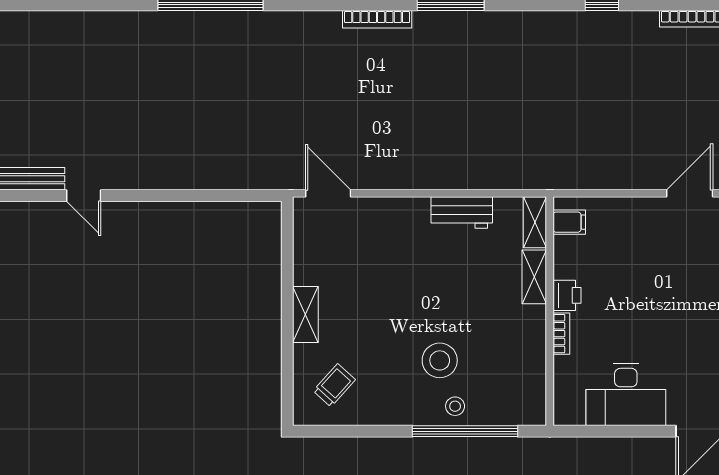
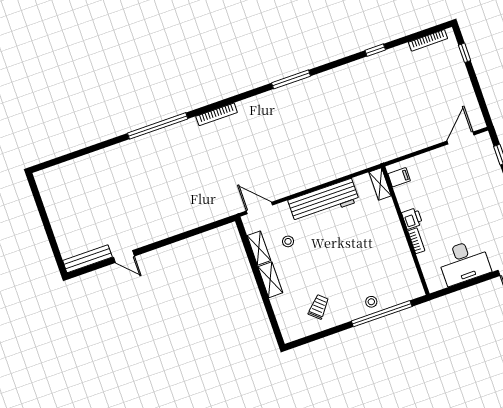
bookcase: (377, 19) -> (217, 114), moved
workbench: (462, 212) -> (324, 201), width x1.88, depth x1.32
shelving: (534, 277) -> (259, 248), moved
stool: (440, 360) -> (288, 241), moved, width x0.53, depth x0.53
trolley: (334, 385) -> (319, 307), moved

